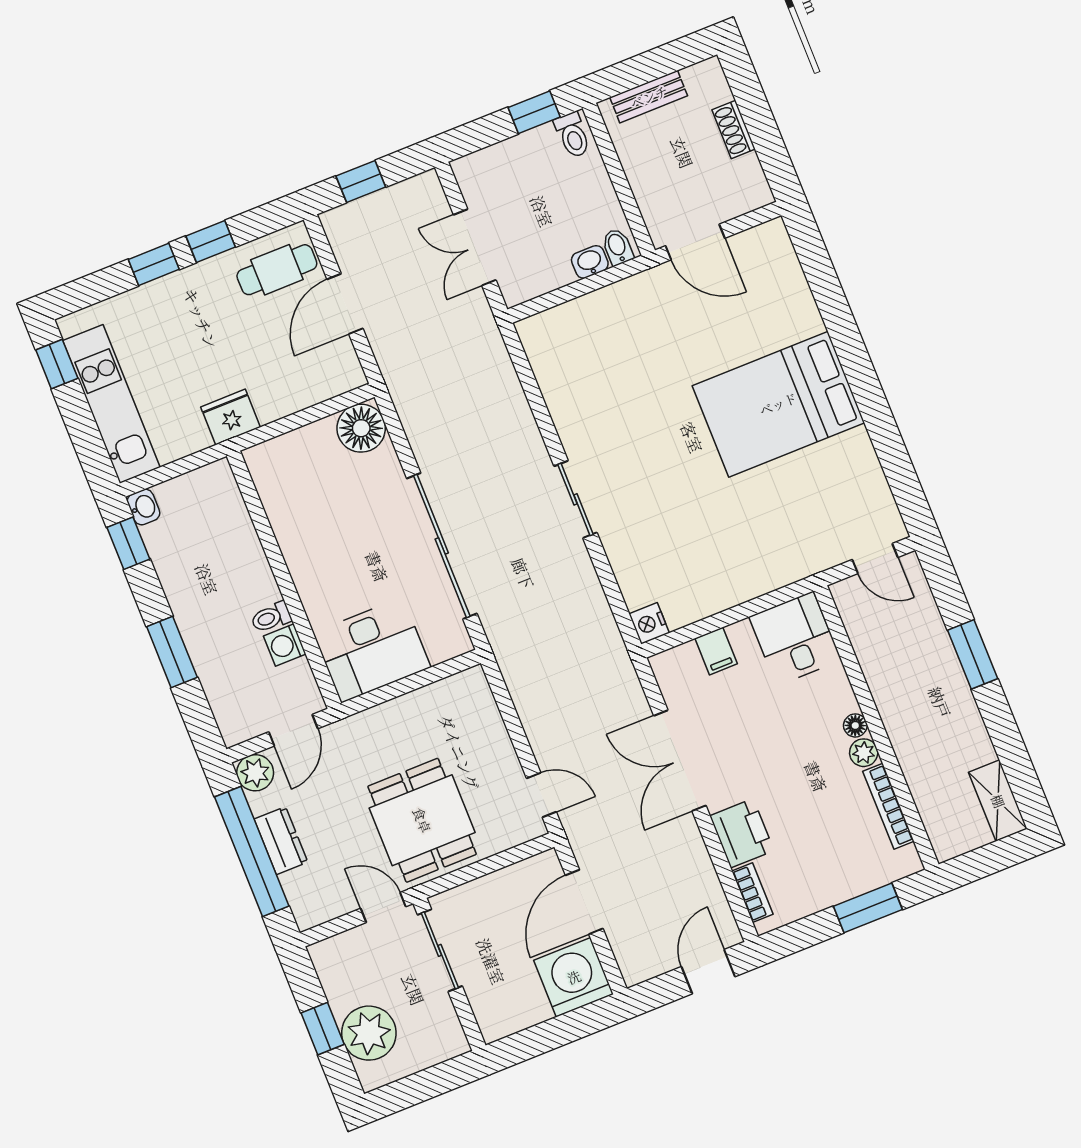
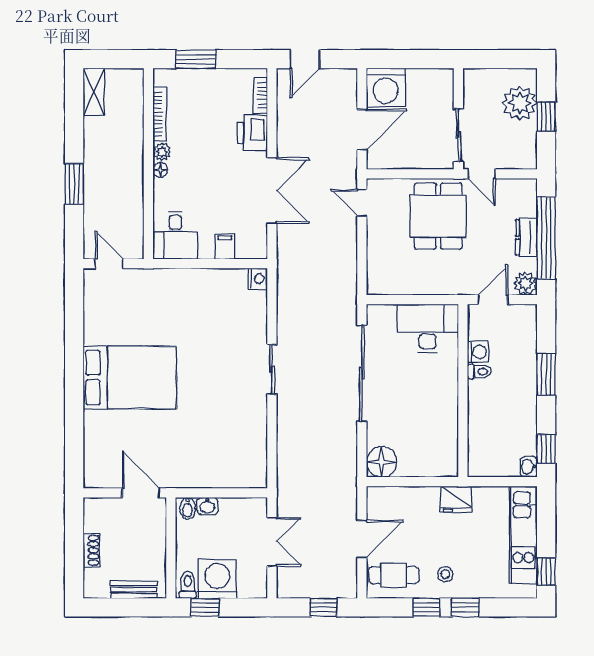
washing machine: (533, 161) -> (217, 579), added
stool: (203, 301) -> (445, 574), added

